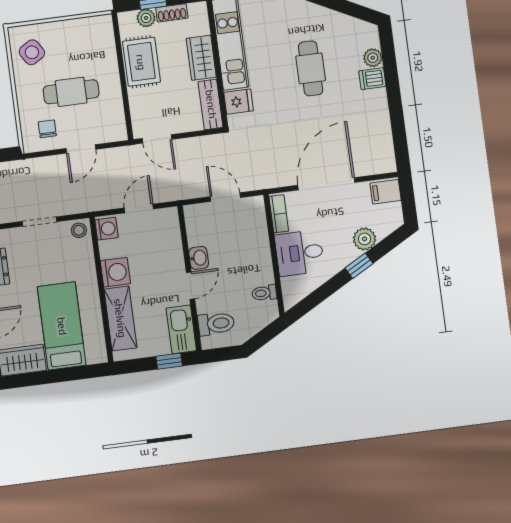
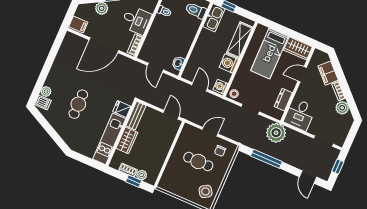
rug: (141, 62) -> (156, 156), removed
dishwasher: (372, 79) -> (43, 103), moved
door: (139, 208) -> (199, 87), swing flipped
washbasin: (199, 258) -> (178, 63), moved
door: (191, 286) -> (197, 36), removed

